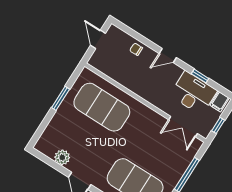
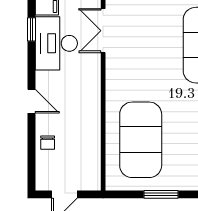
window: (200, 76) -> (32, 29), moved
double door: (183, 127) -> (103, 31), swing flipped

